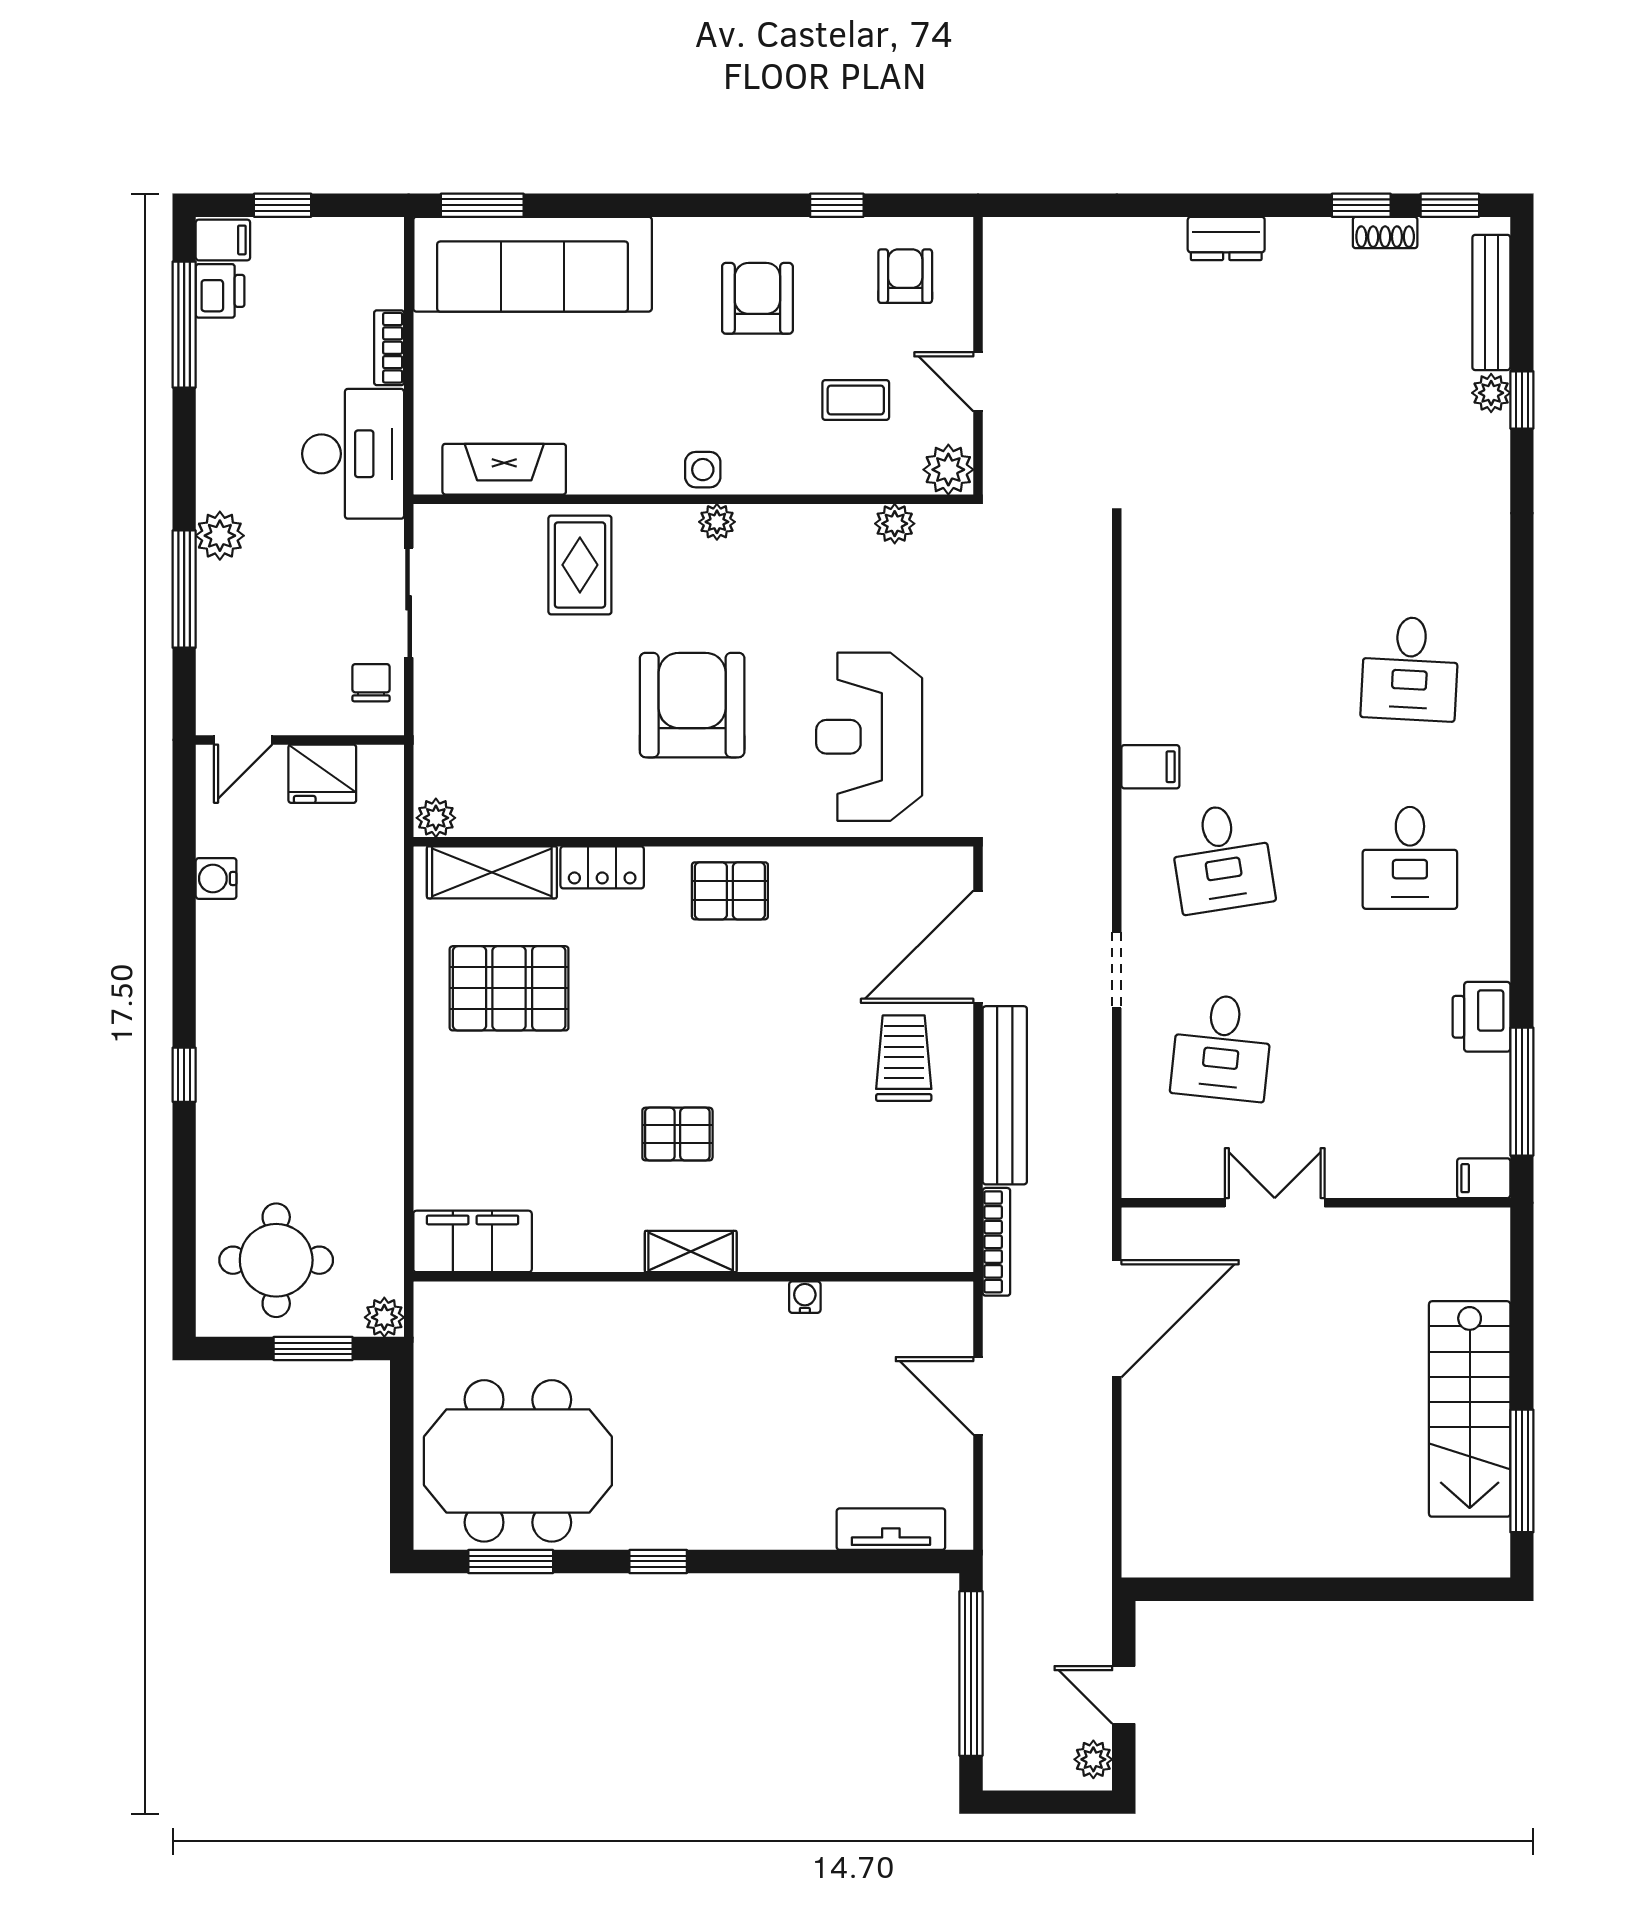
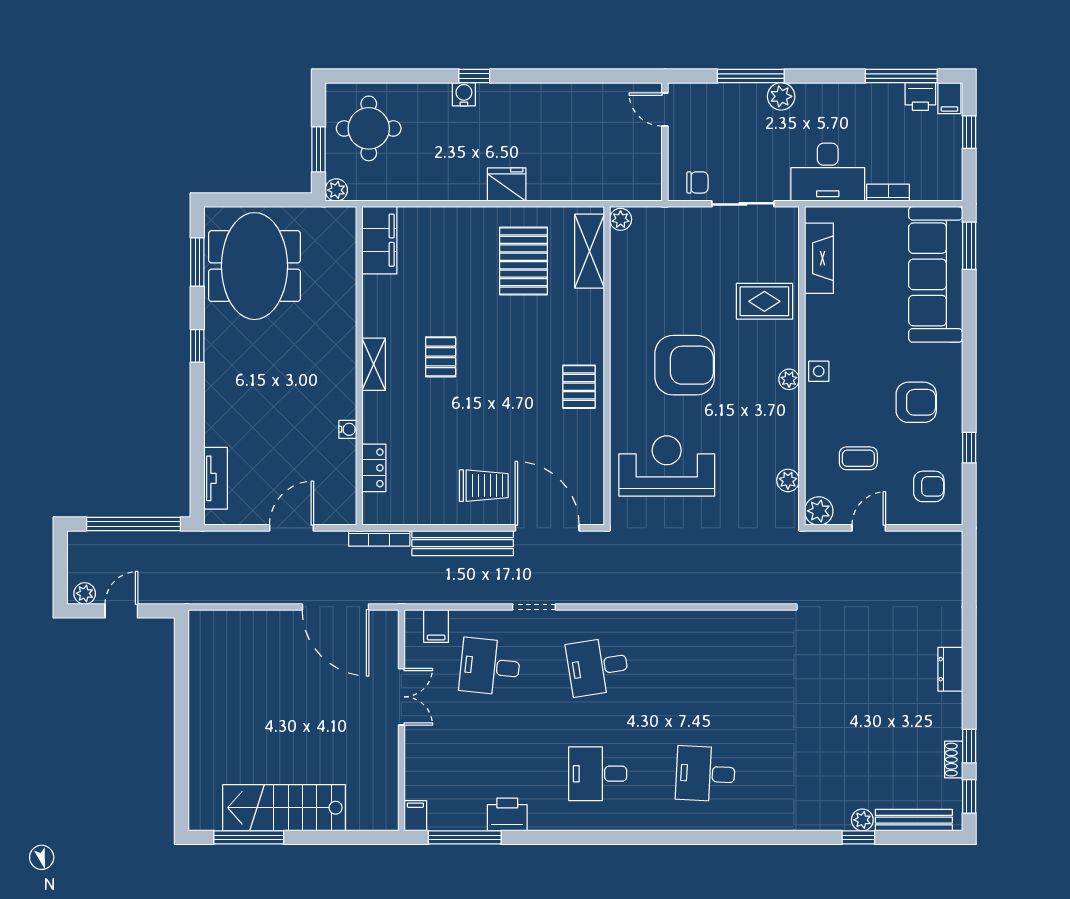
coffee table: (856, 400) -> (858, 458), turned 90
filing cabinet: (1150, 767) -> (436, 626), moved
fridge: (322, 774) -> (507, 185), moved, turned 90
locker: (602, 867) -> (374, 468), moved, turned 180
water cooler: (216, 879) -> (464, 94), moved

